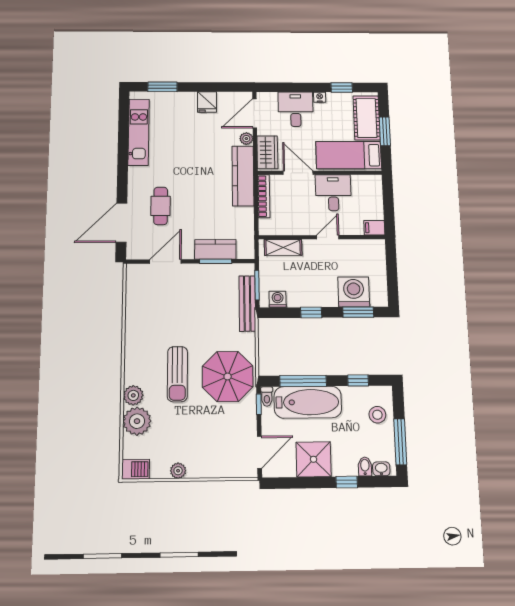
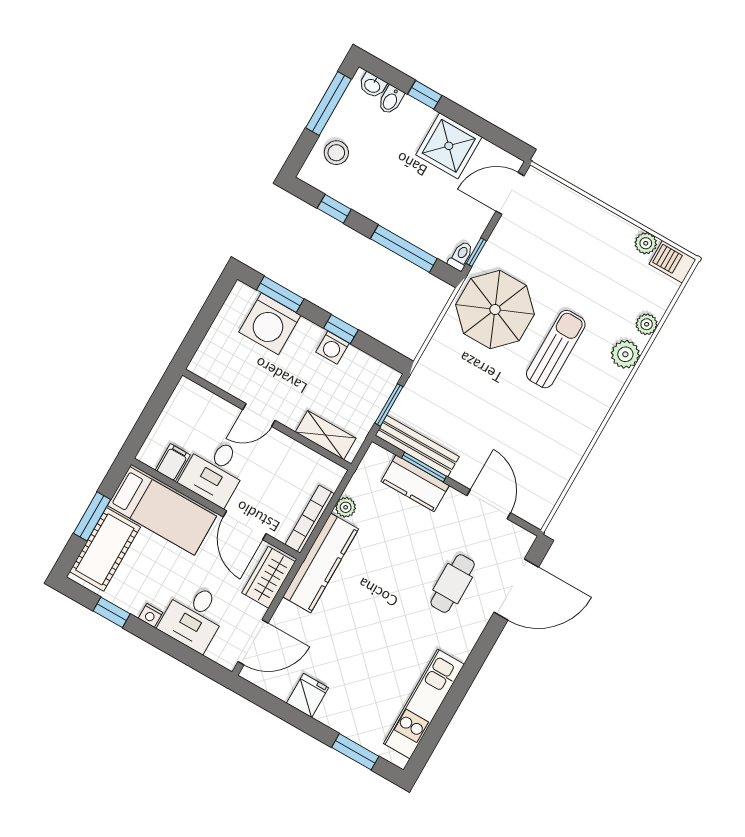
plant: (246, 139) -> (346, 507), moved
filing cabinet: (374, 228) -> (173, 463), moved, turned -90
door: (165, 262) -> (489, 504), swing flipped
washing machine: (278, 299) -> (333, 348), moved
bench: (247, 304) -> (417, 446), moved, turned 90
bathtub: (308, 402) -> (414, 219), removed
plant: (137, 421) -> (647, 324), width x0.53, depth x0.53
plant: (178, 471) -> (646, 243), moved

